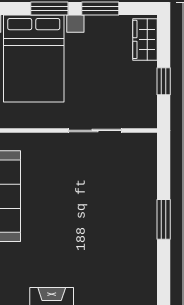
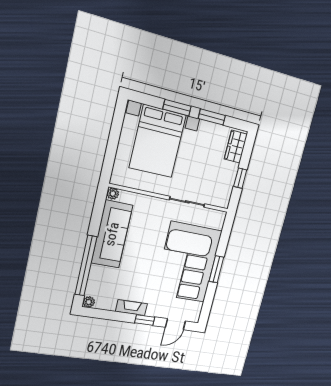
corner sofa: (118, 217) -> (188, 262), added

